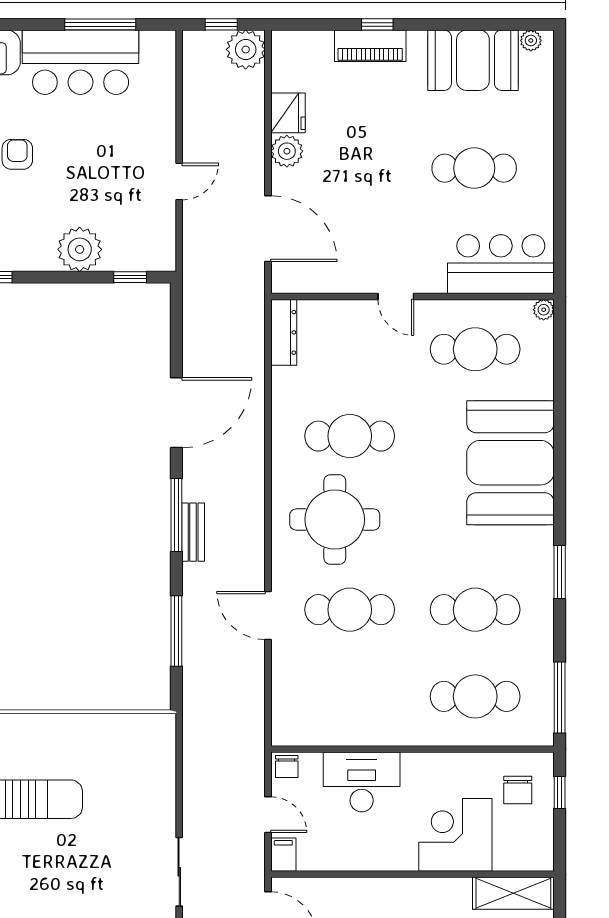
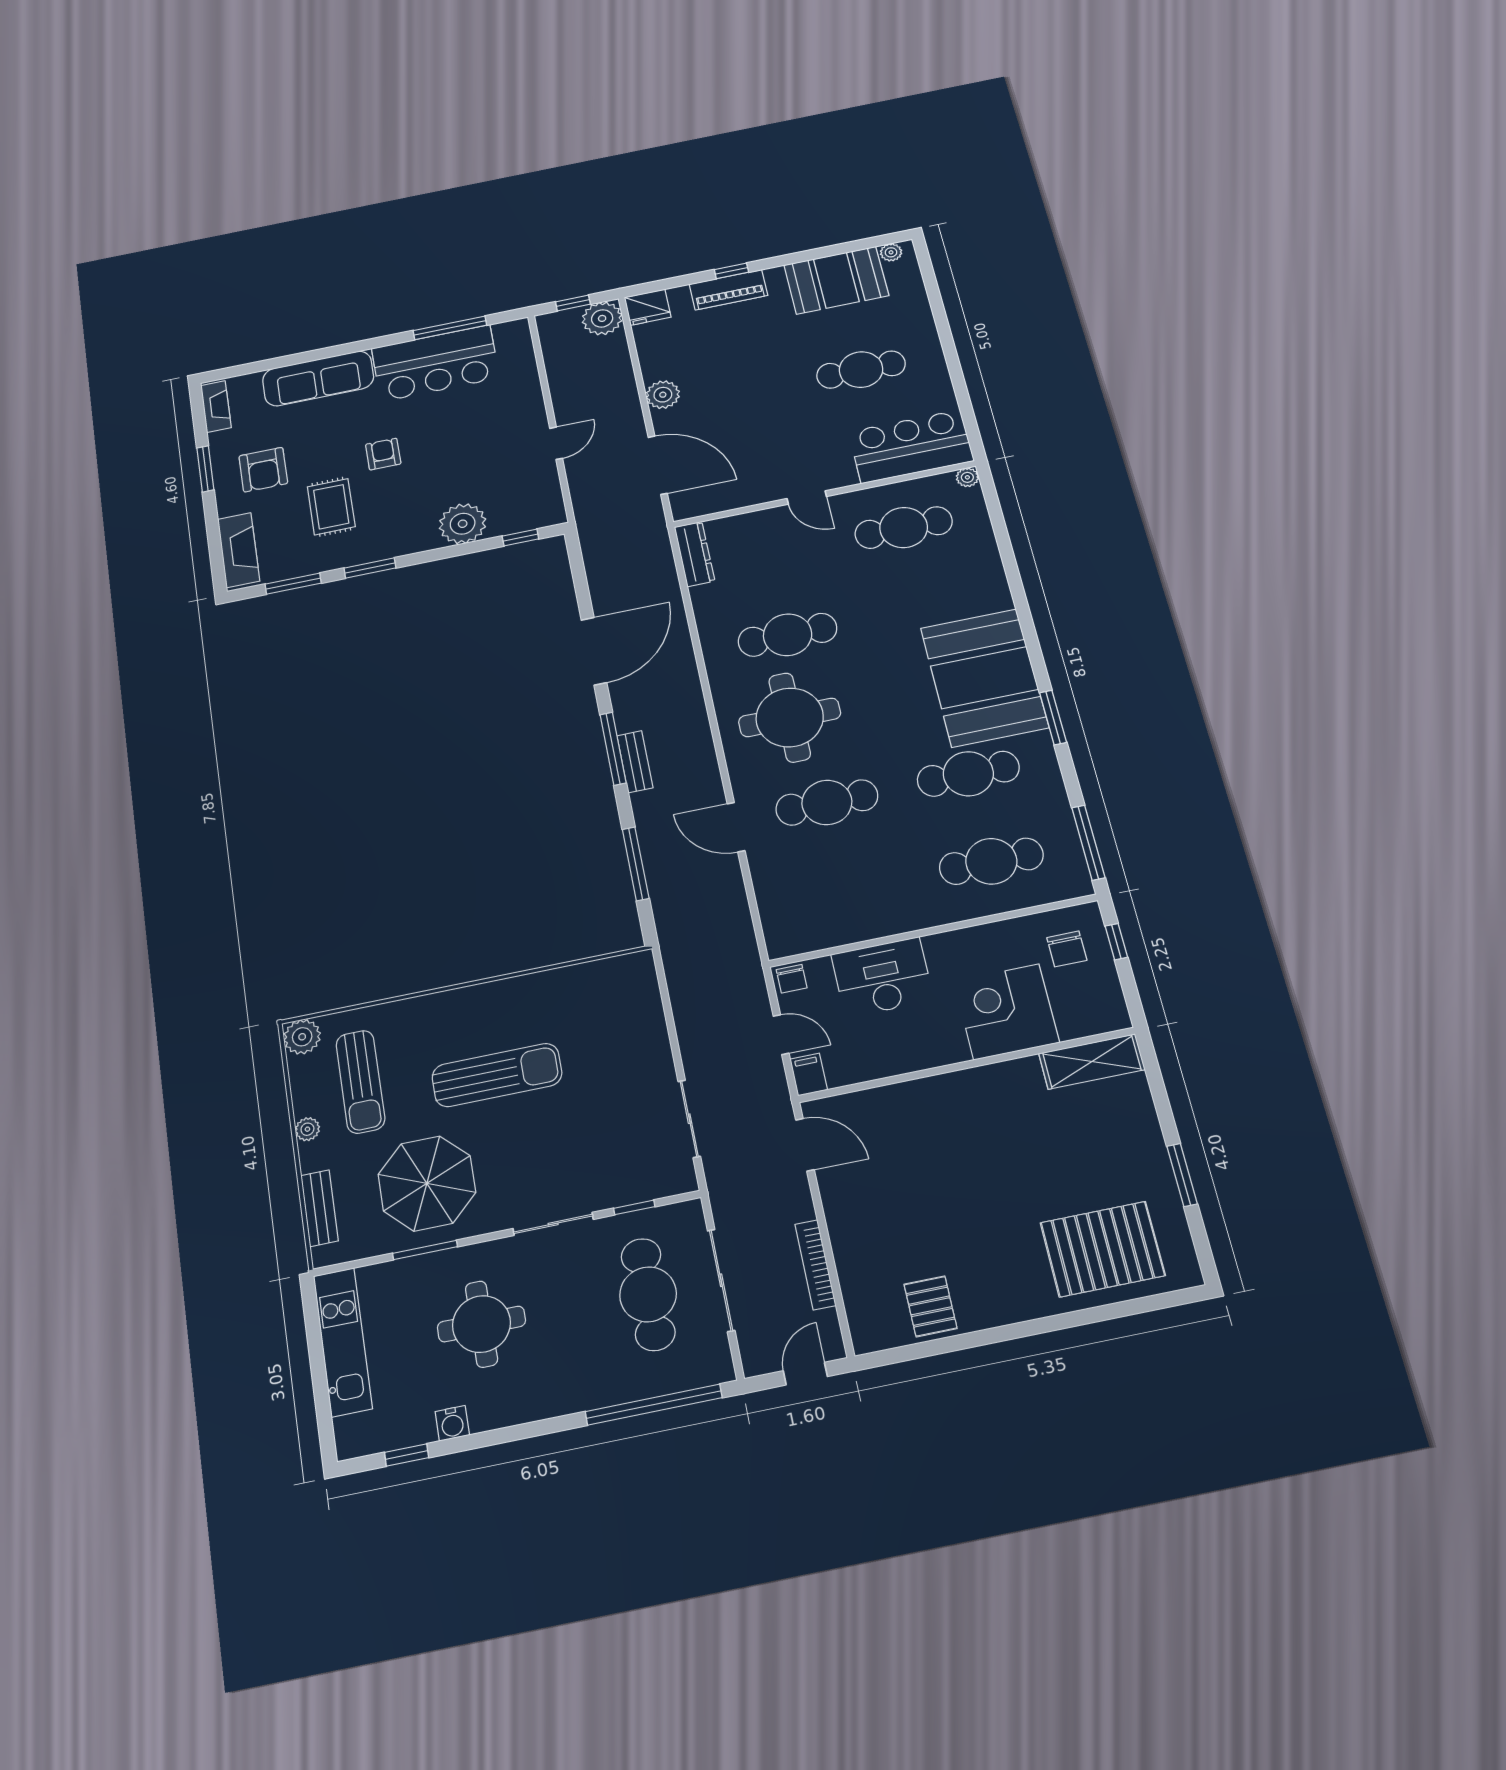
fridge: (288, 113) -> (648, 307), moved, turned 90
booth: (510, 463) -> (984, 678), moved

